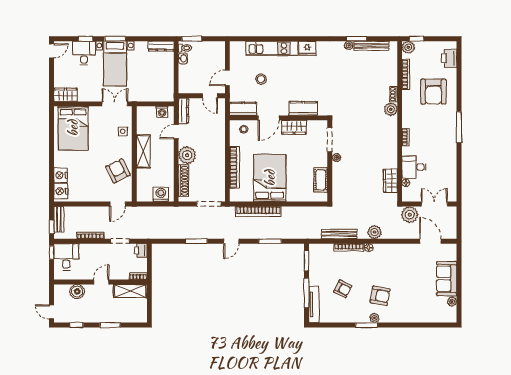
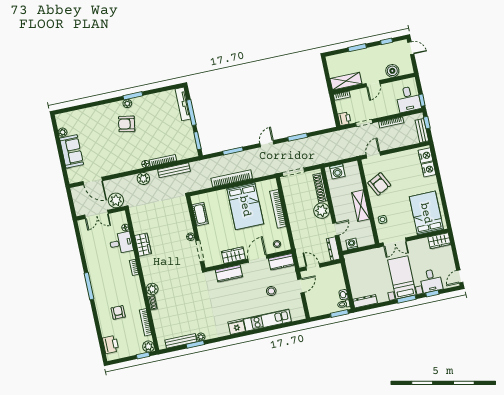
armchair: (433, 92) -> (118, 312), width x0.53, depth x0.53
wardrobe: (390, 181) -> (143, 245), moved
bookcase: (258, 211) -> (232, 178), moved
armchair: (343, 289) -> (161, 123), removed

